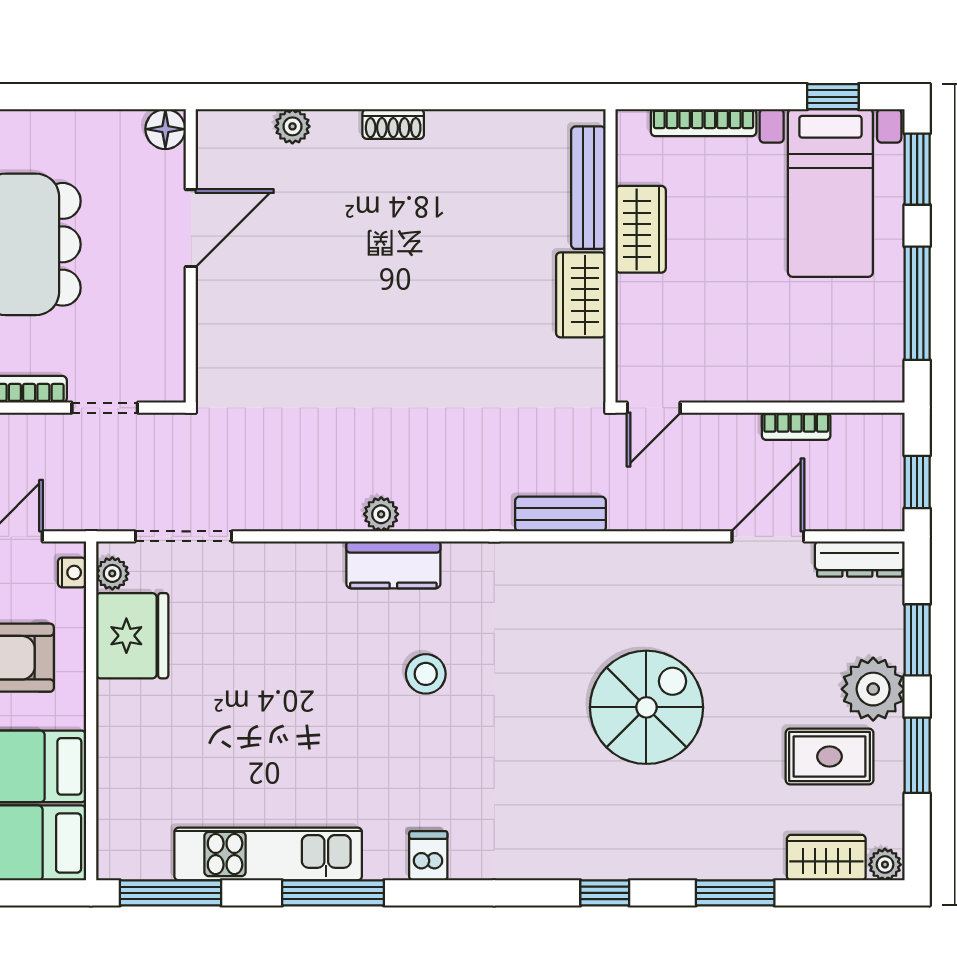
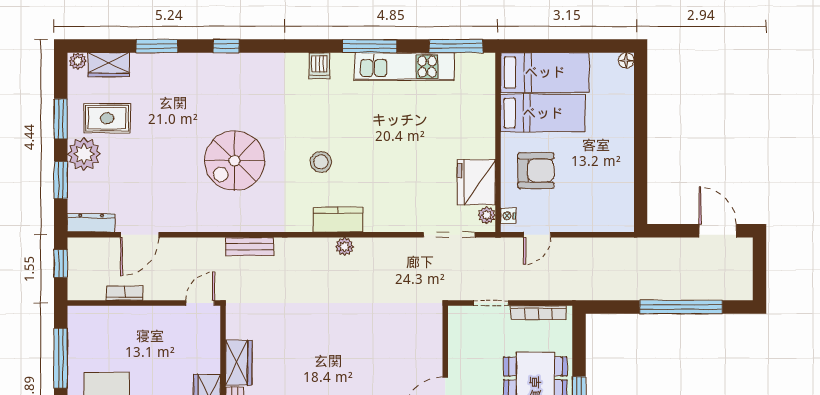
spiral stairs: (646, 707) -> (235, 161), moved

